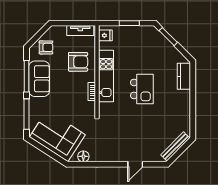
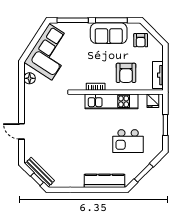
window: (168, 37) -> (144, 173), moved
kitchen counter: (184, 76) -> (104, 181), width x1.50
kitchen island: (142, 89) -> (128, 141), moved
window: (182, 149) -> (37, 179), added

